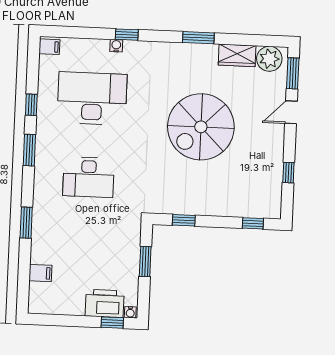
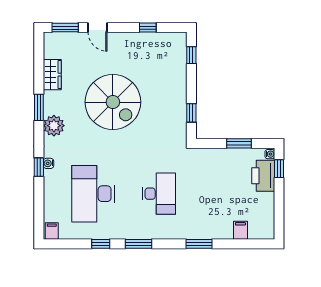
water cooler: (116, 46) -> (48, 163), moved
plant: (269, 59) -> (54, 126), moved
window: (145, 262) -> (239, 143), moved

